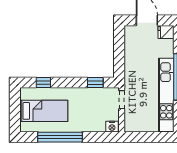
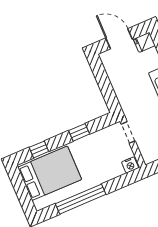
window: (95, 83) -> (79, 132), moved
bed: (44, 111) -> (50, 173), width x1.50

